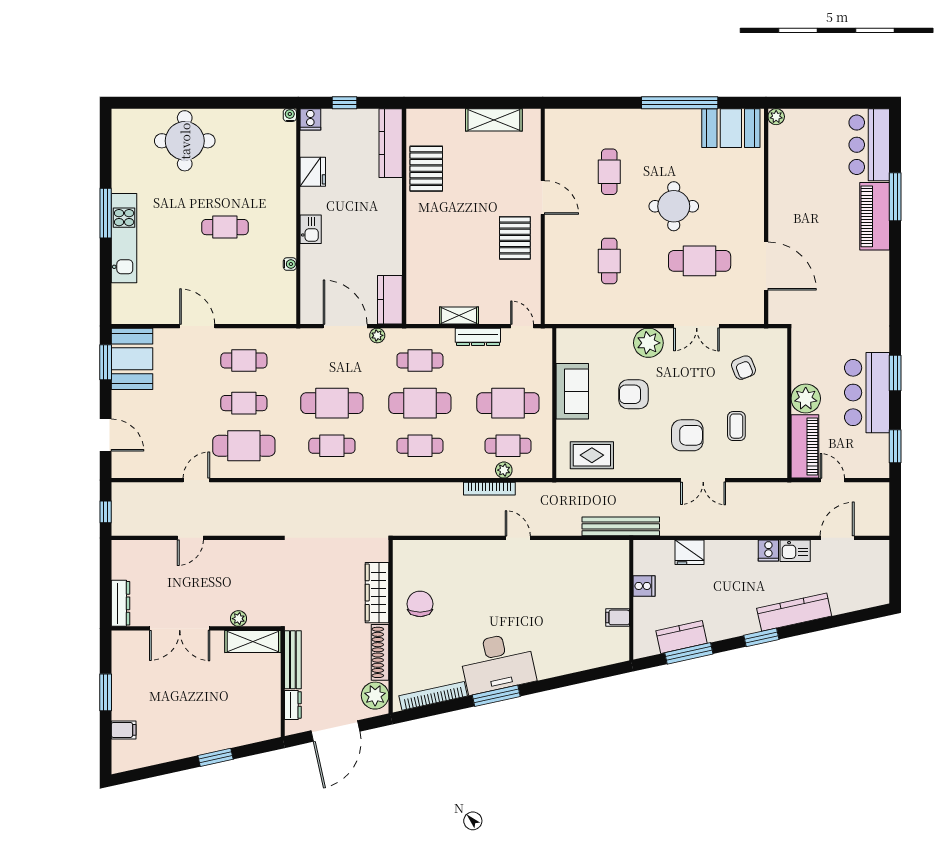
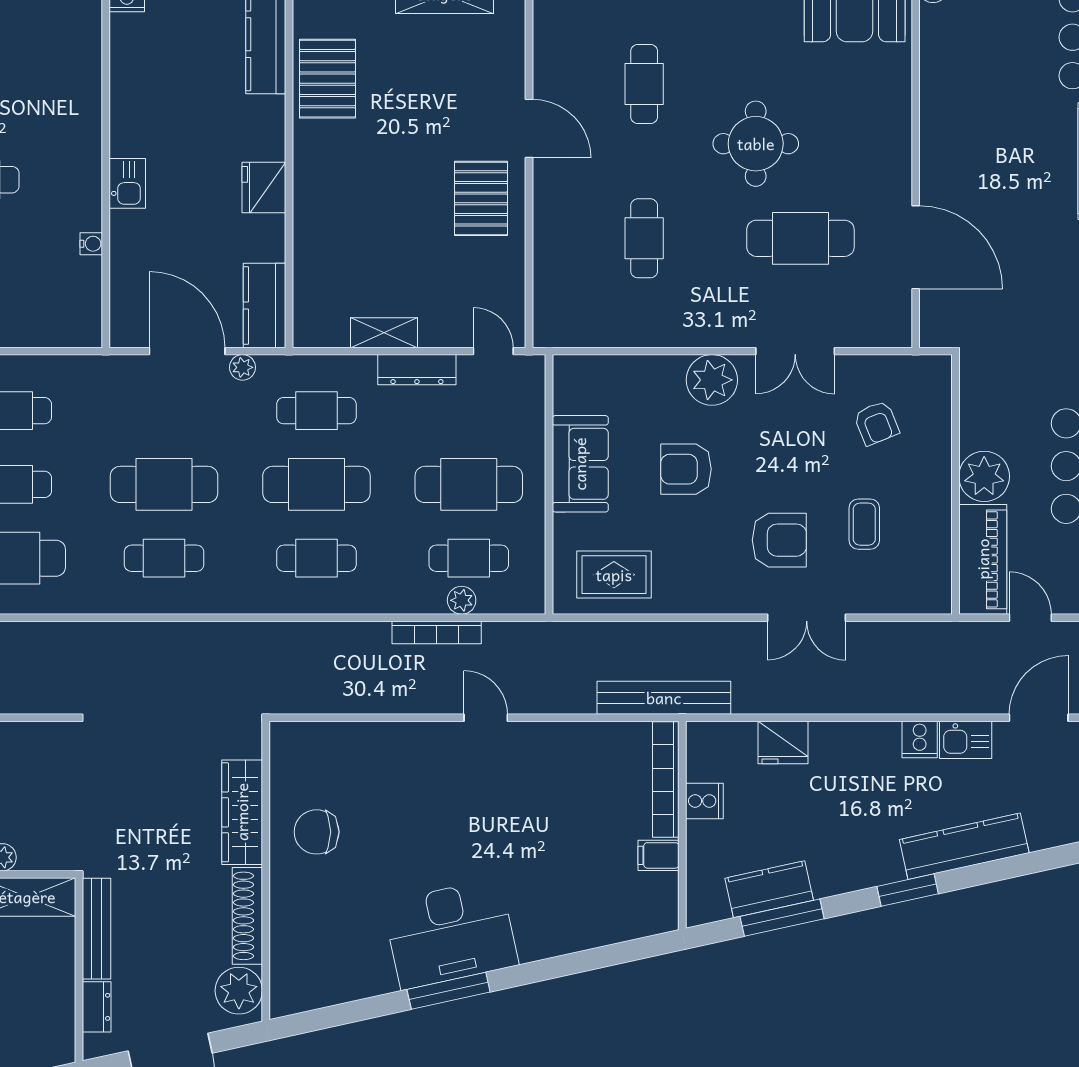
fridge: (313, 172) -> (264, 188), moved, turned 180
chair: (420, 604) -> (317, 832), turned -90
bookcase: (433, 696) -> (666, 780), moved, turned -78

